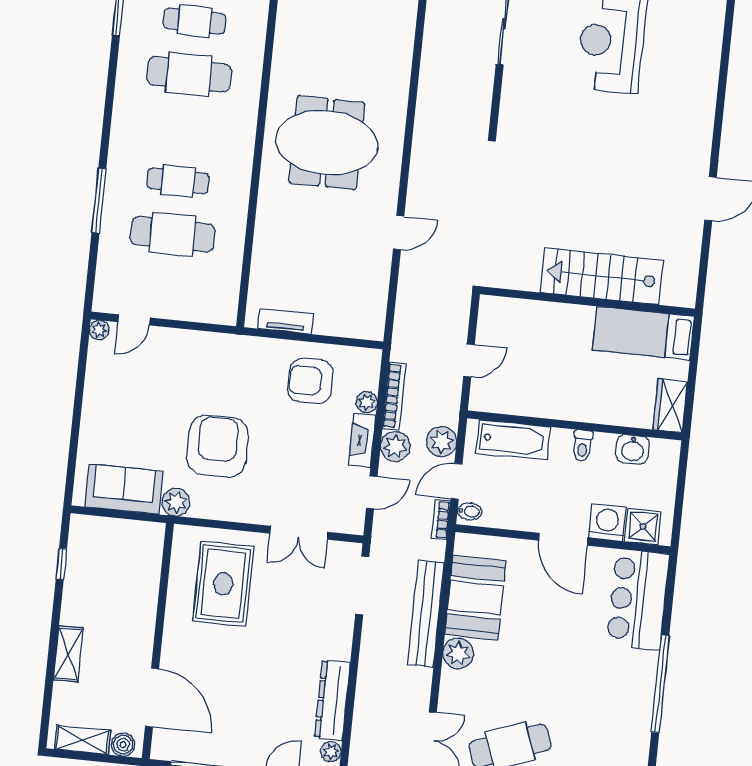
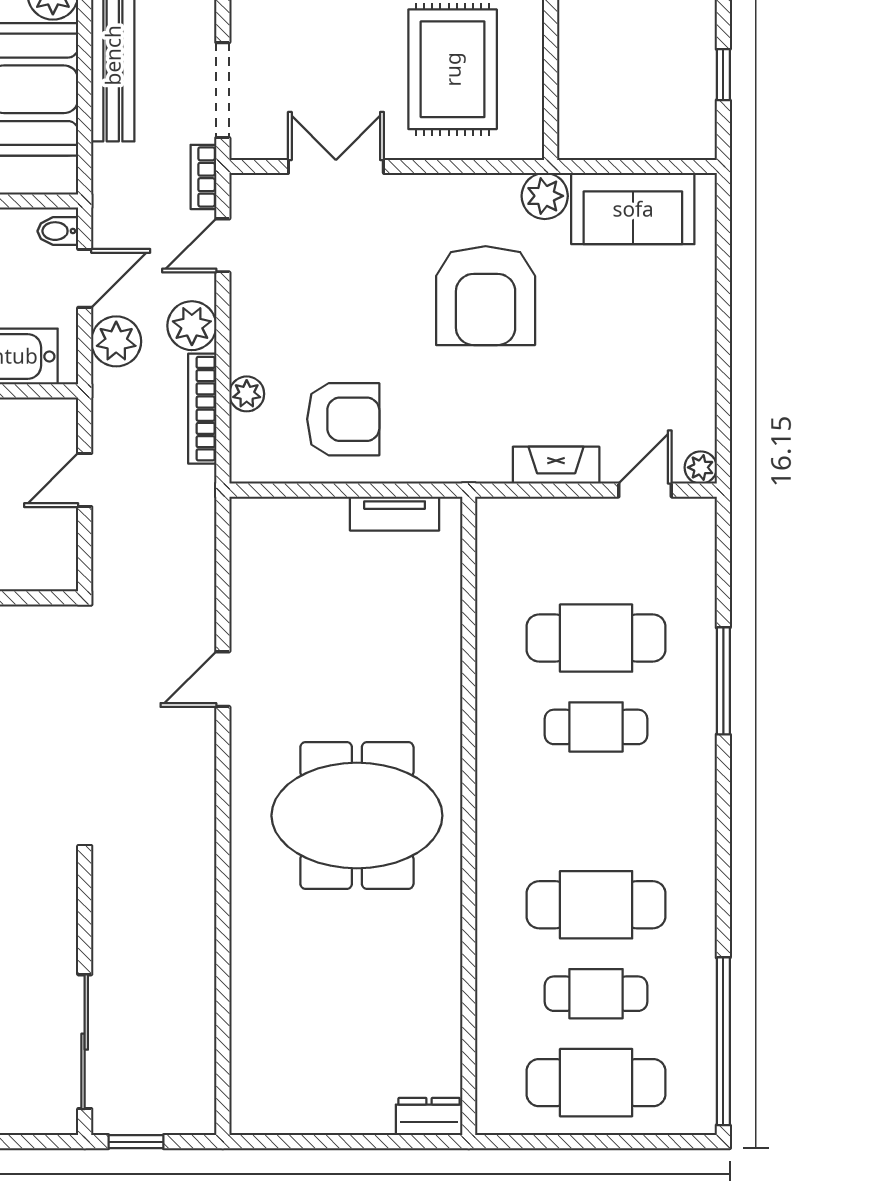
fireplace: (362, 440) -> (556, 465), moved, turned -90
bookcase: (441, 520) -> (203, 177), moved, turned 180

